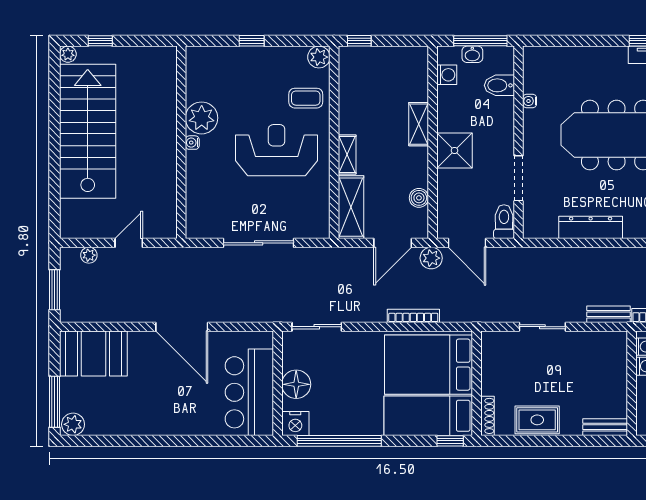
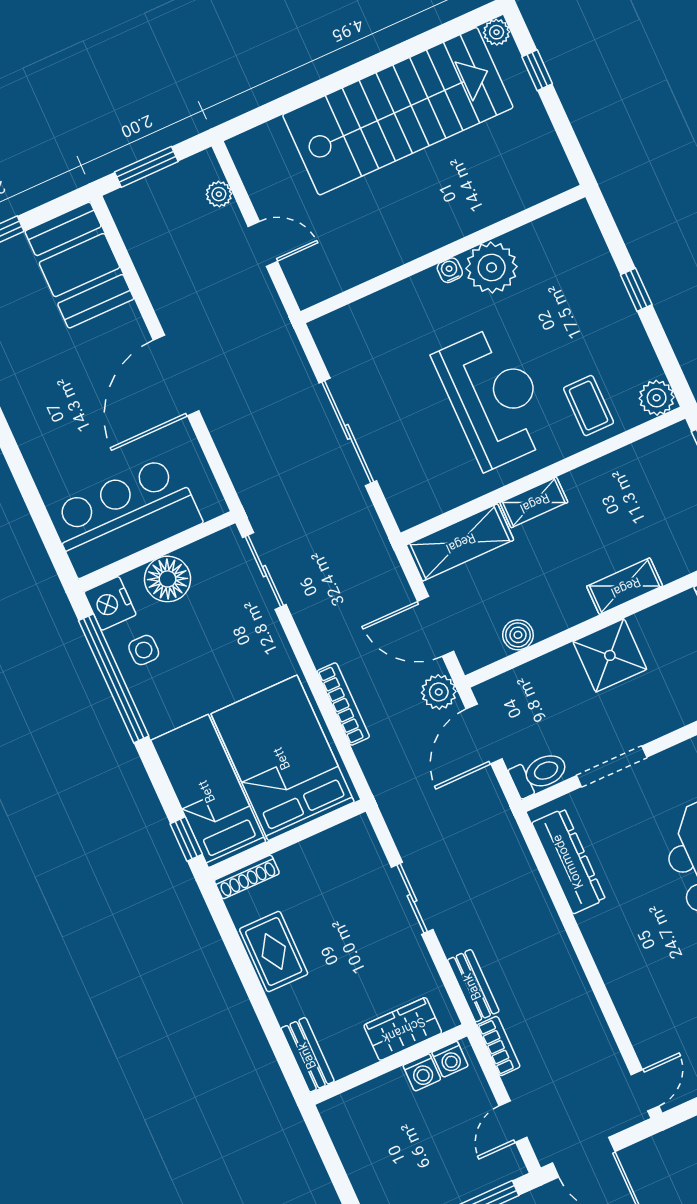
dresser: (591, 227) -> (569, 861), moved
wardrobe: (615, 366) -> (403, 1029), added
side table: (331, 416) -> (144, 650), added

